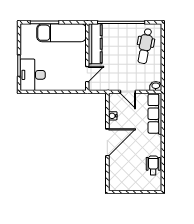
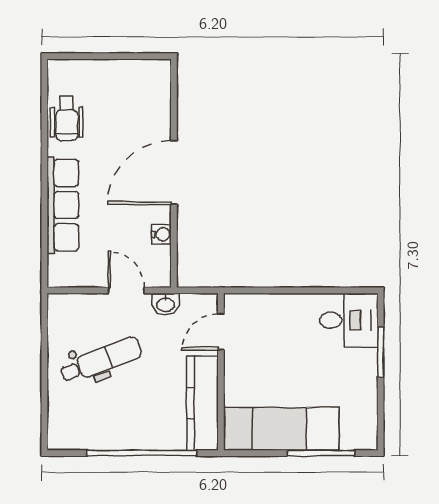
dental chair: (145, 46) -> (101, 360), moved, turned 58
desk: (33, 75) -> (349, 320), width x0.73
washbasin: (156, 86) -> (166, 304), moved
row of seats: (155, 114) -> (63, 205), moved

